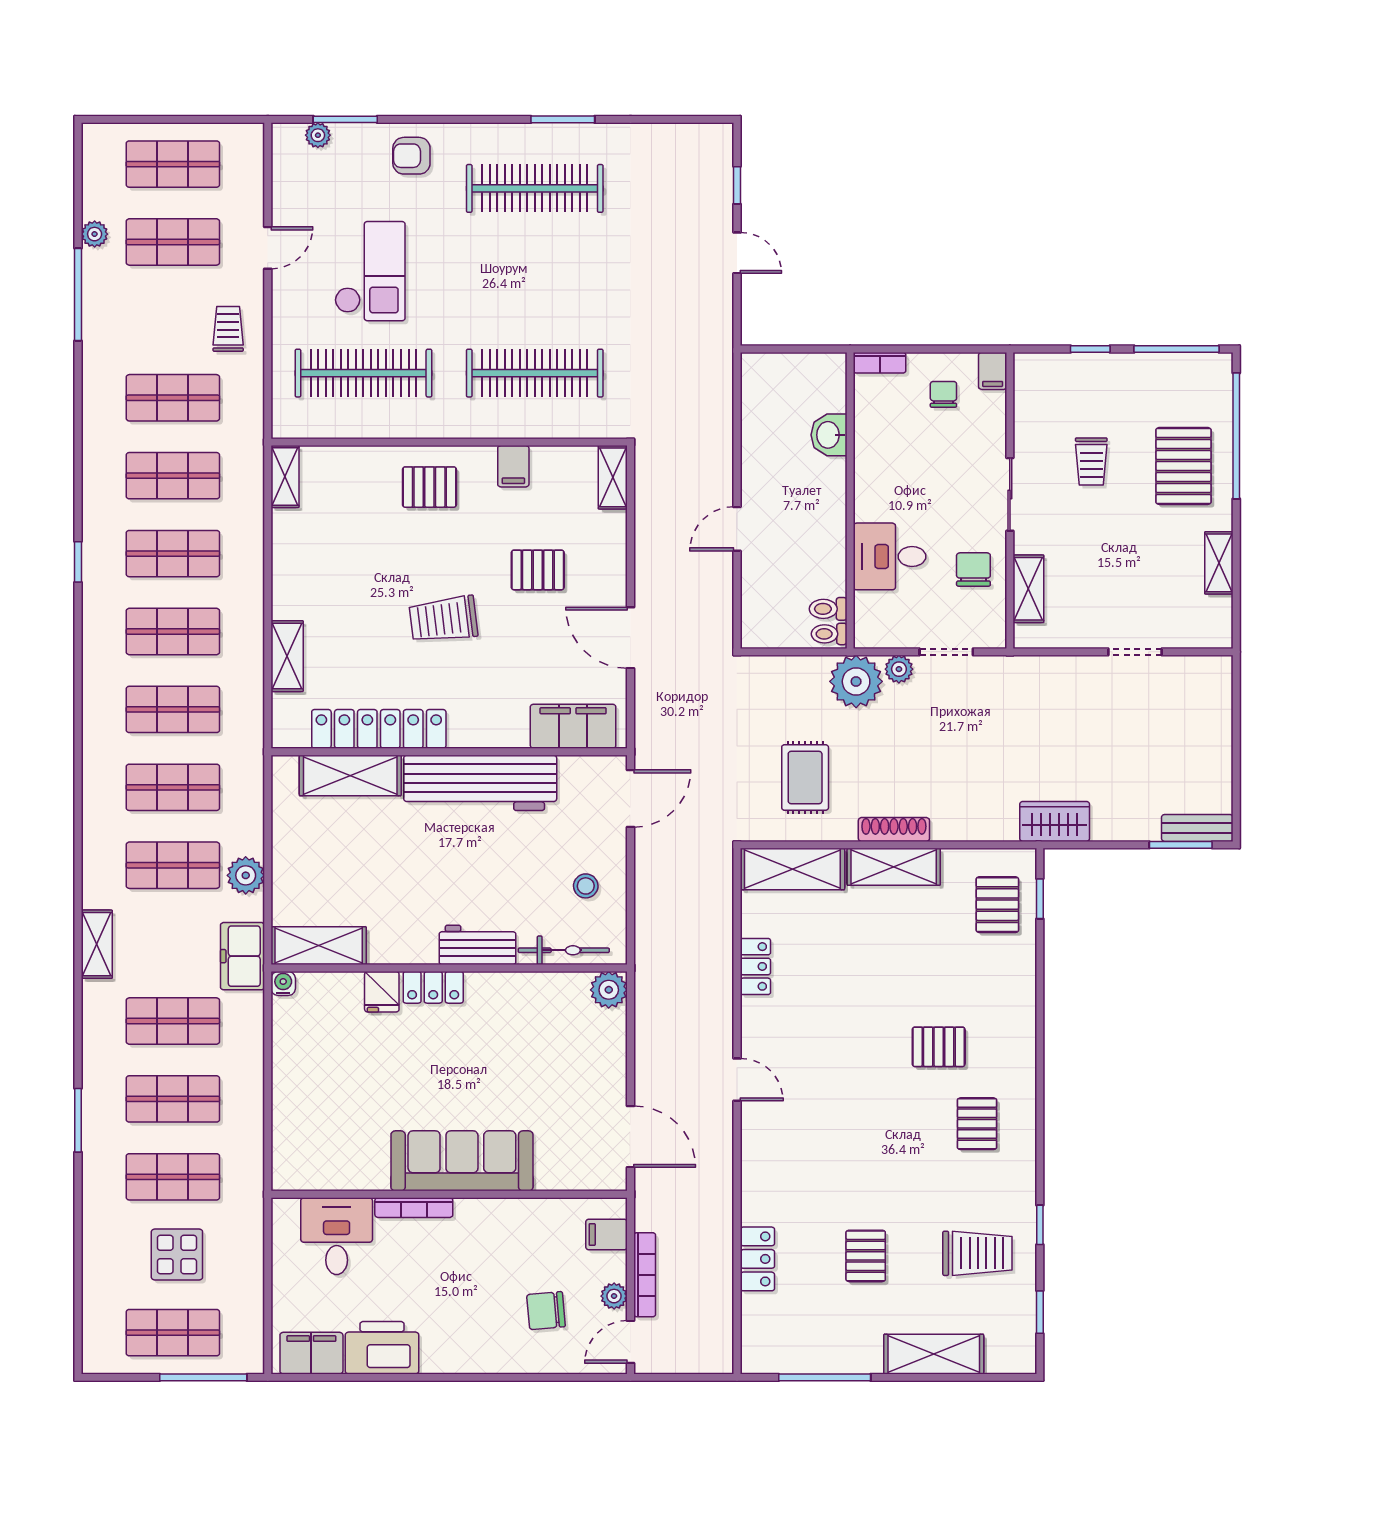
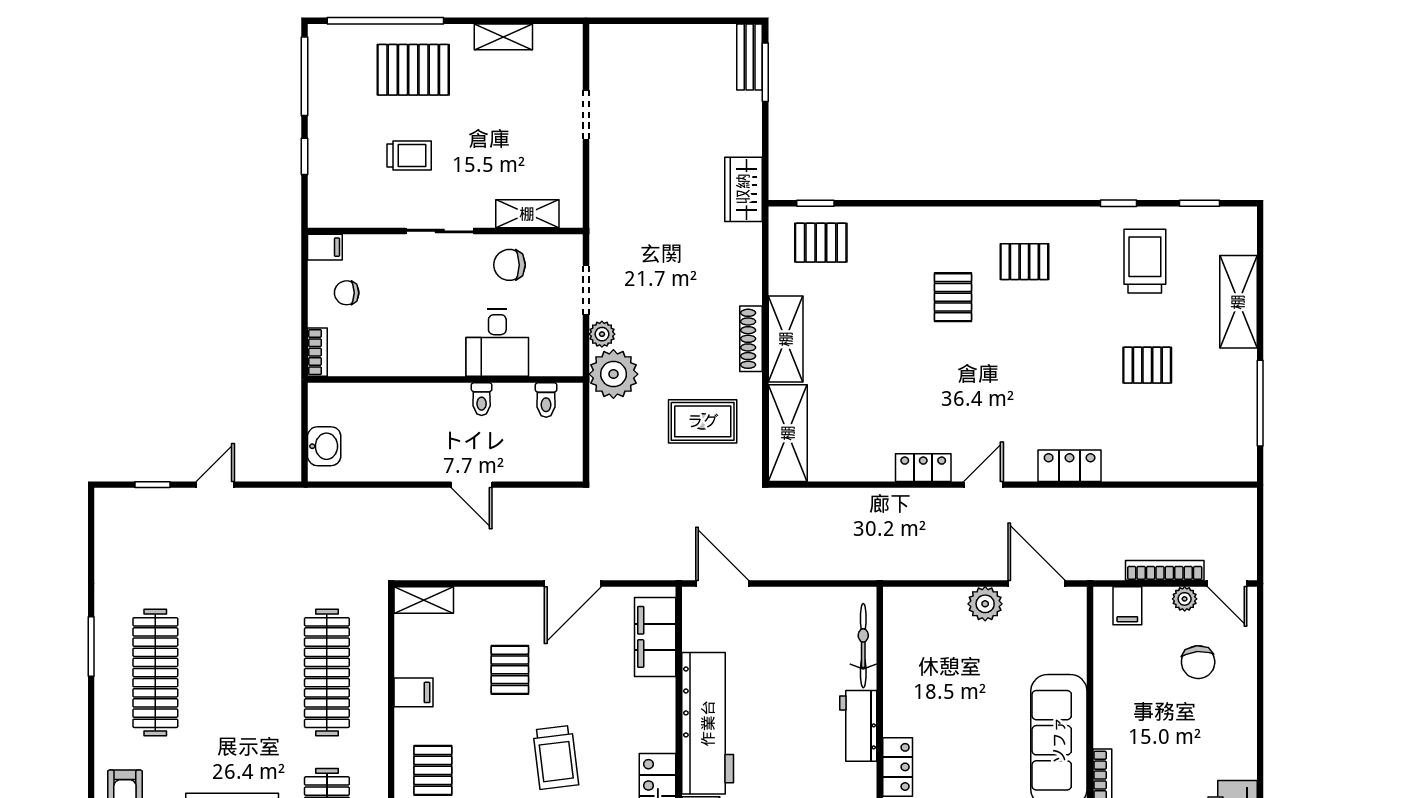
washbasin: (829, 435) -> (324, 446), moved, turned -90
toilet: (829, 634) -> (482, 399), moved
stool: (586, 886) -> (803, 625), removed
locker: (755, 966) -> (923, 468), moved
plant: (609, 990) -> (985, 604), moved
door: (630, 1137) -> (1036, 584), hinge flipped
locker: (757, 1259) -> (1070, 466), moved

